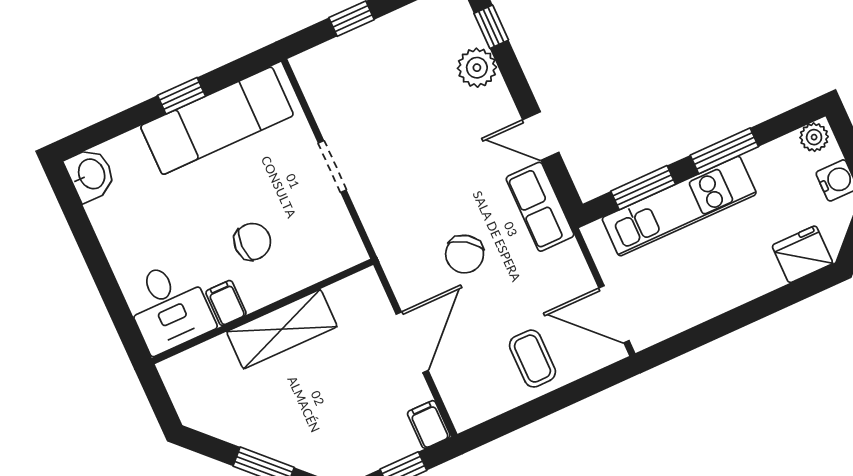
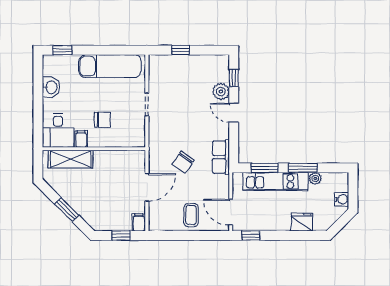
window: (181, 96) -> (62, 50), moved
door: (541, 136) -> (234, 113), moved
plant: (814, 137) -> (315, 178), moved
washbasin: (91, 174) -> (51, 87), moved
fridge: (802, 254) -> (302, 222), moved
shelving: (282, 329) -> (71, 159), moved
window: (679, 345) -> (251, 236), added

